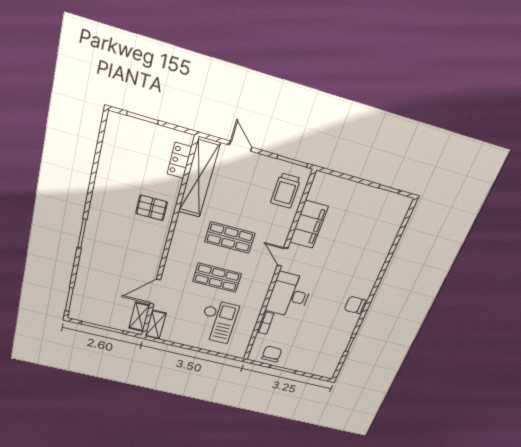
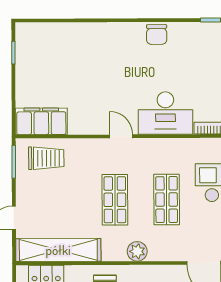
filing cabinet: (309, 224) -> (41, 121), moved
plant: (179, 243) -> (137, 251), added
door: (283, 257) -> (121, 136), swing flipped

